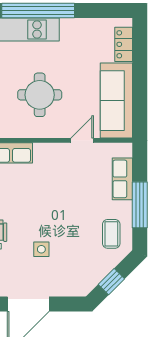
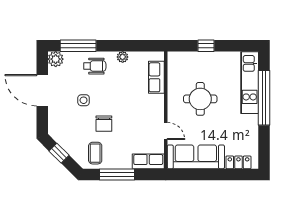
row of seats: (122, 179) -> (148, 161), moved
chair: (72, 222) -> (104, 124), added
coffee table: (111, 234) -> (95, 153), turned 90

